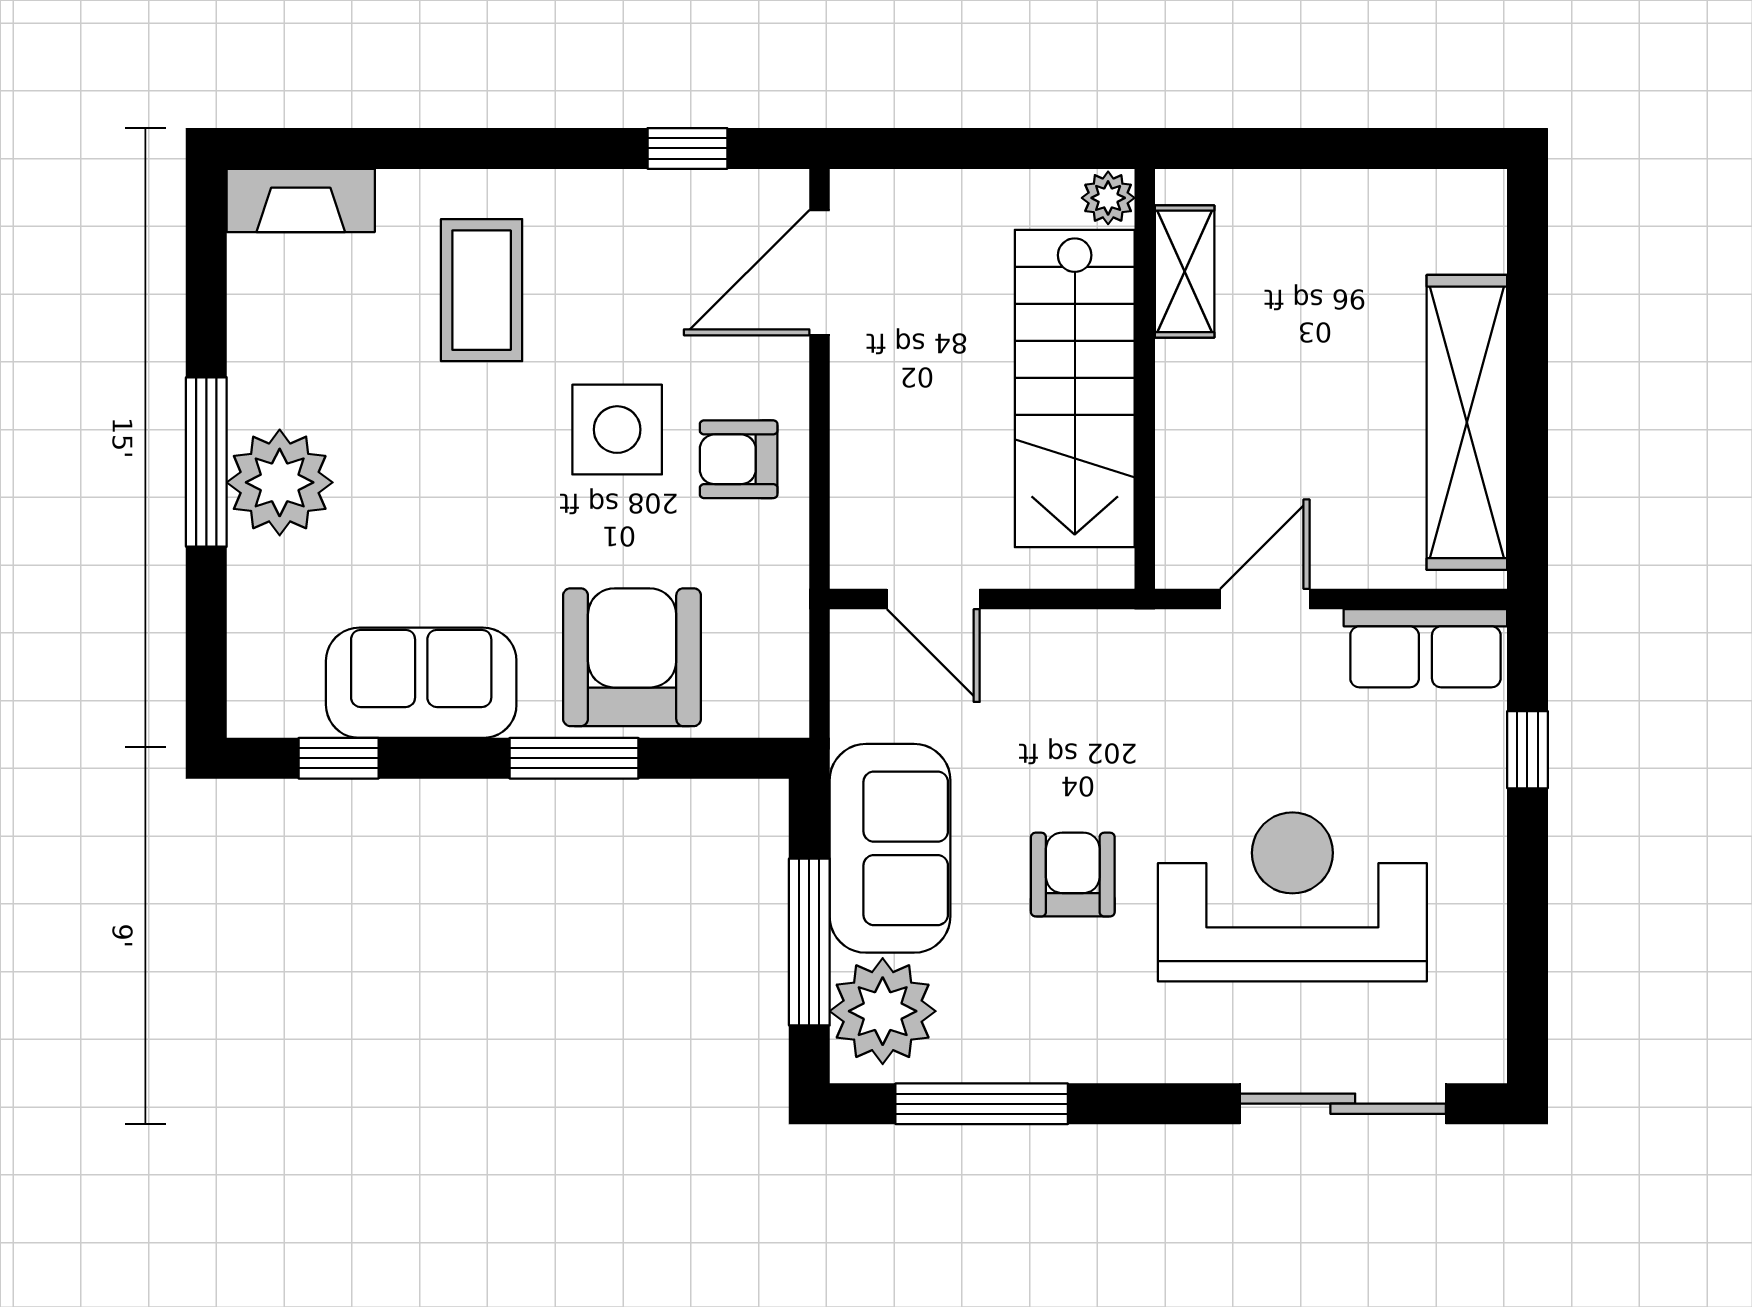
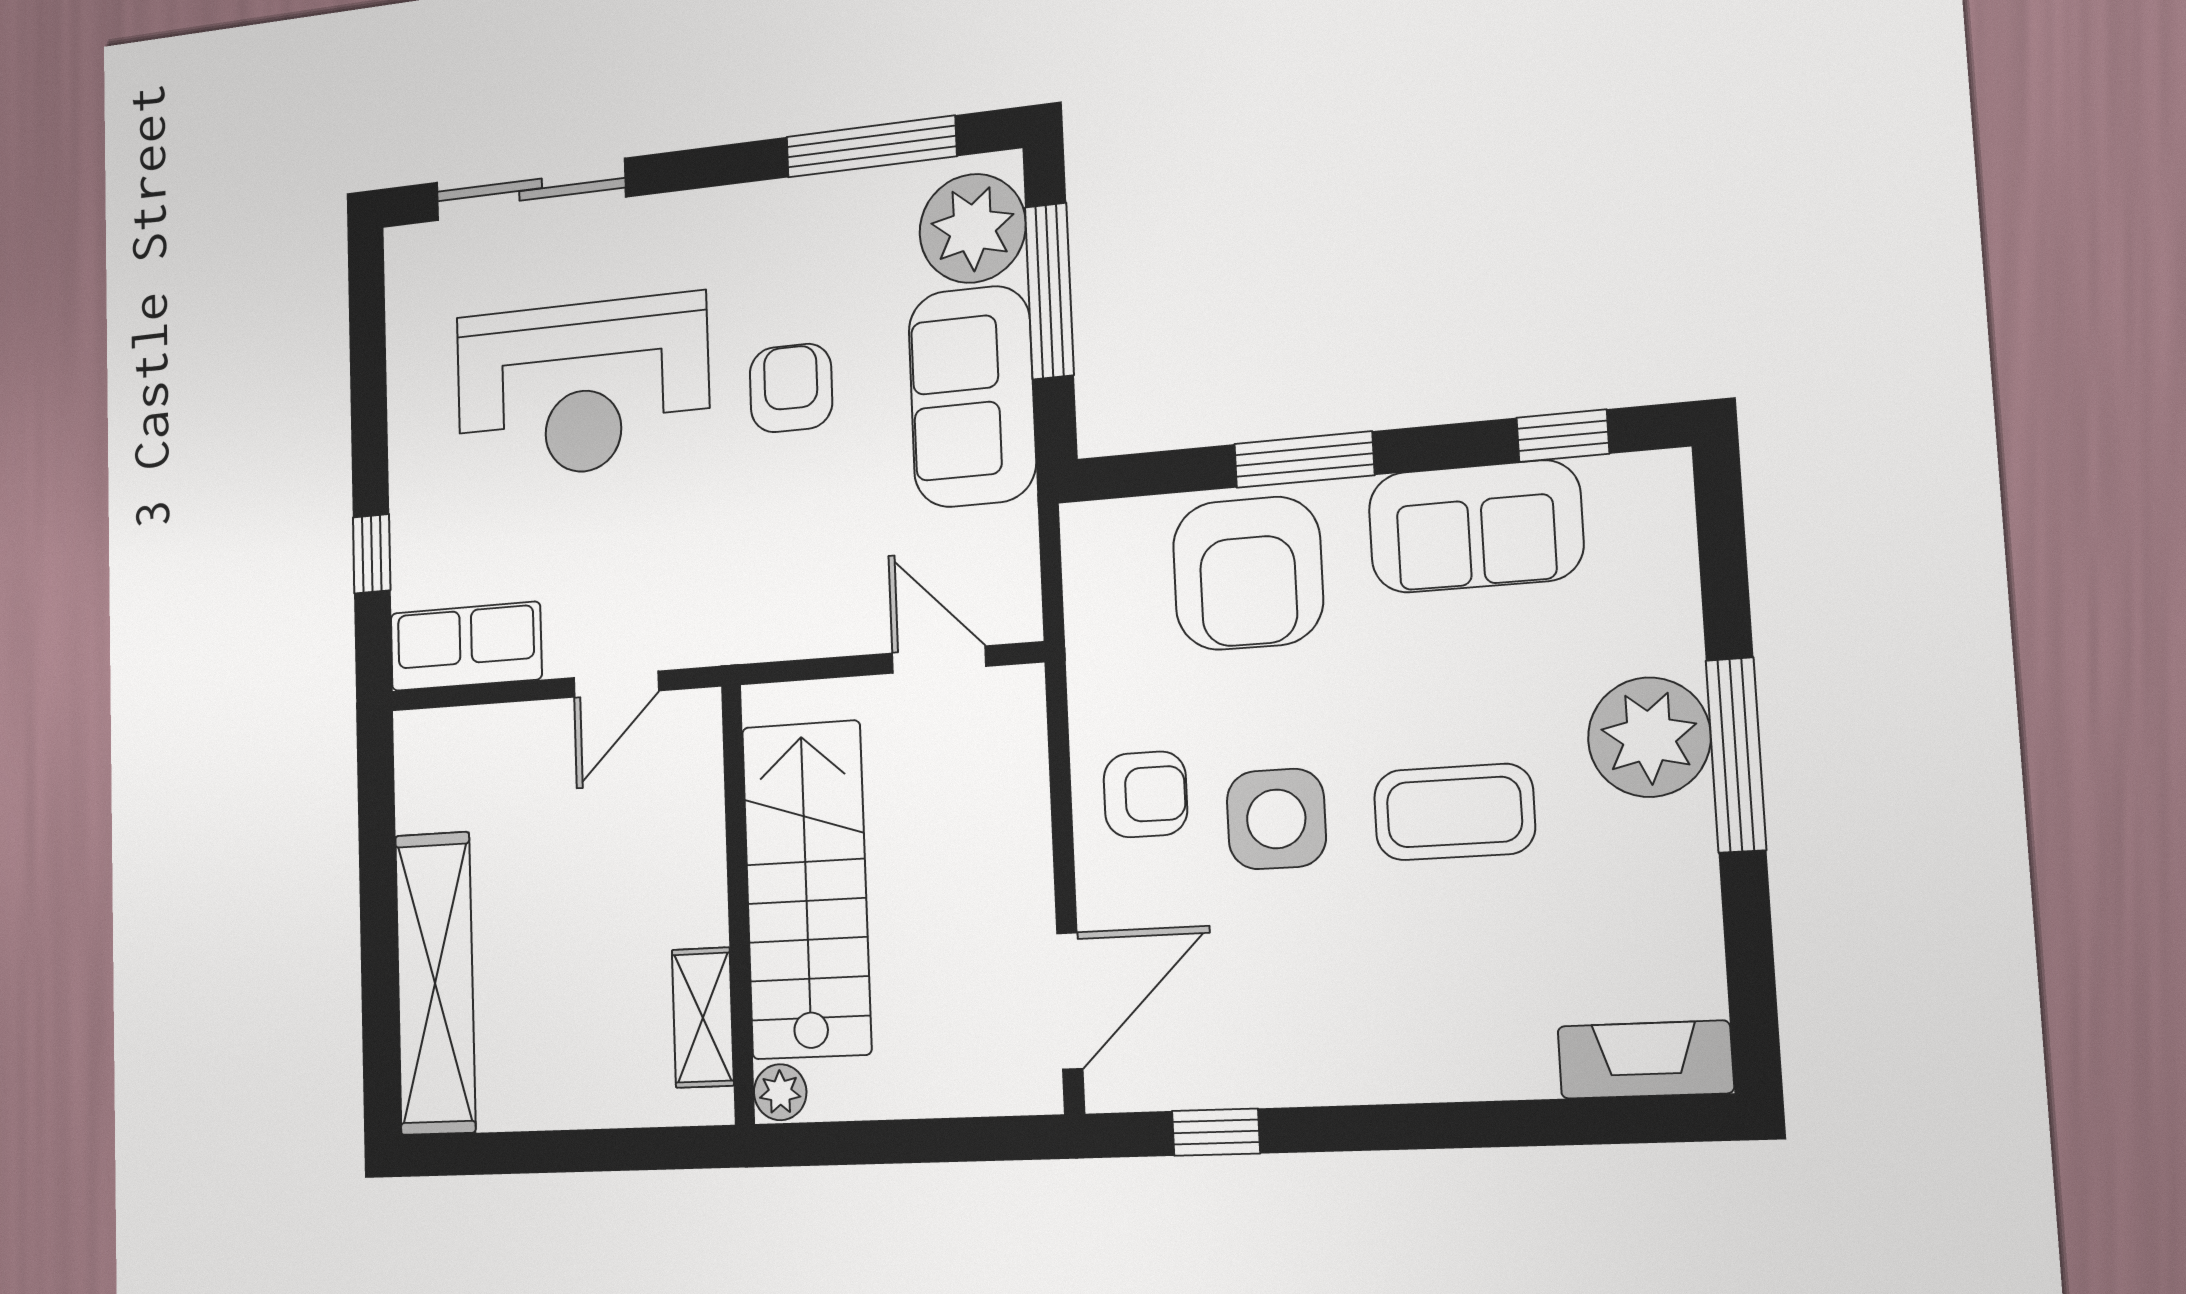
coffee table: (482, 290) -> (1454, 812), moved, turned 90
shelving: (1467, 422) -> (435, 983), moved
armchair: (1073, 875) -> (791, 388), turned 180

